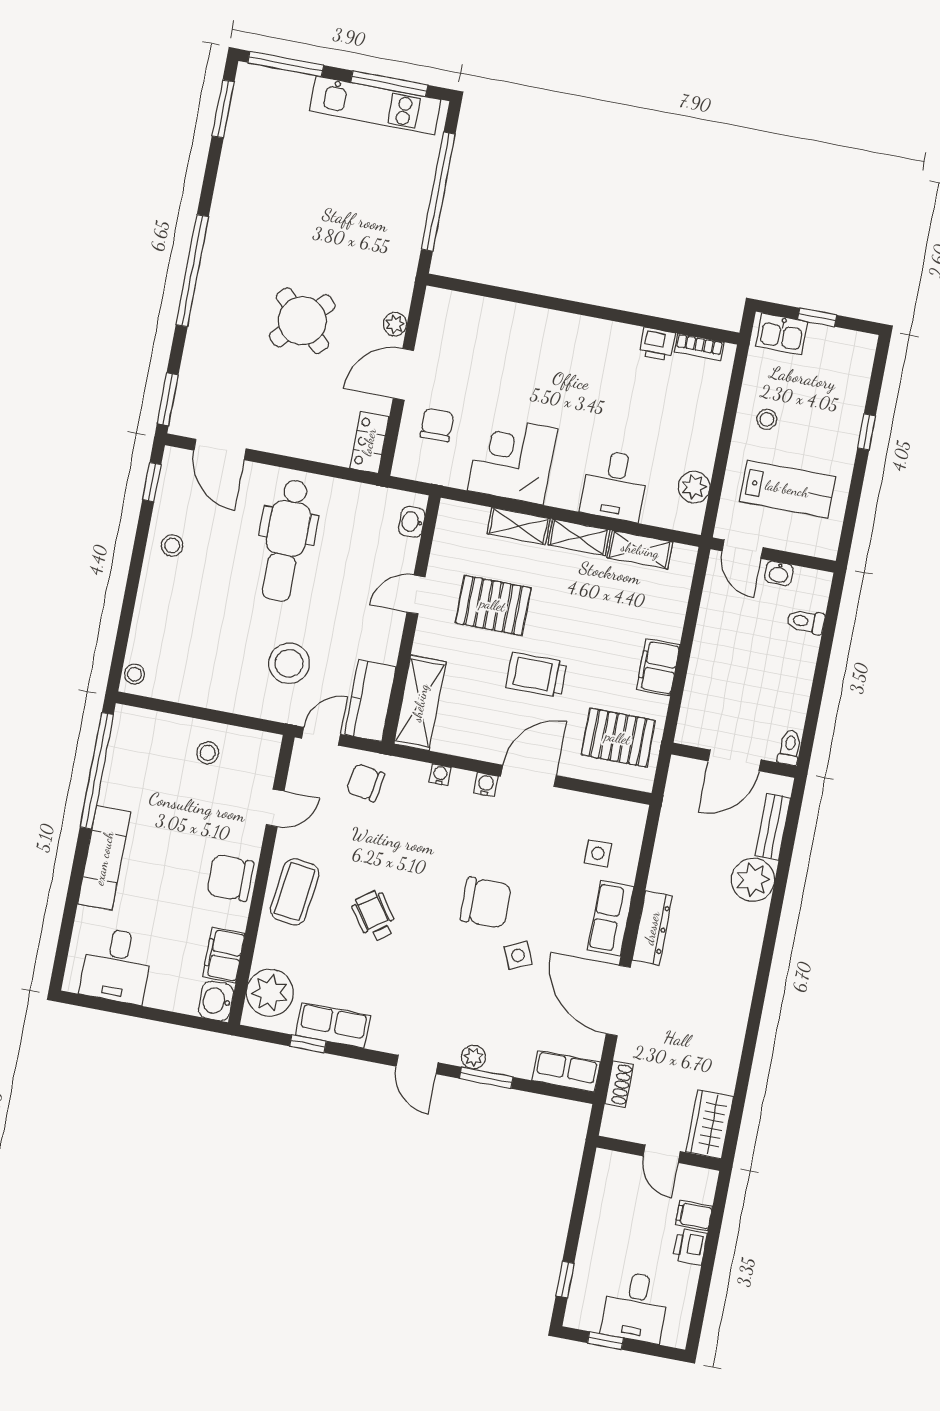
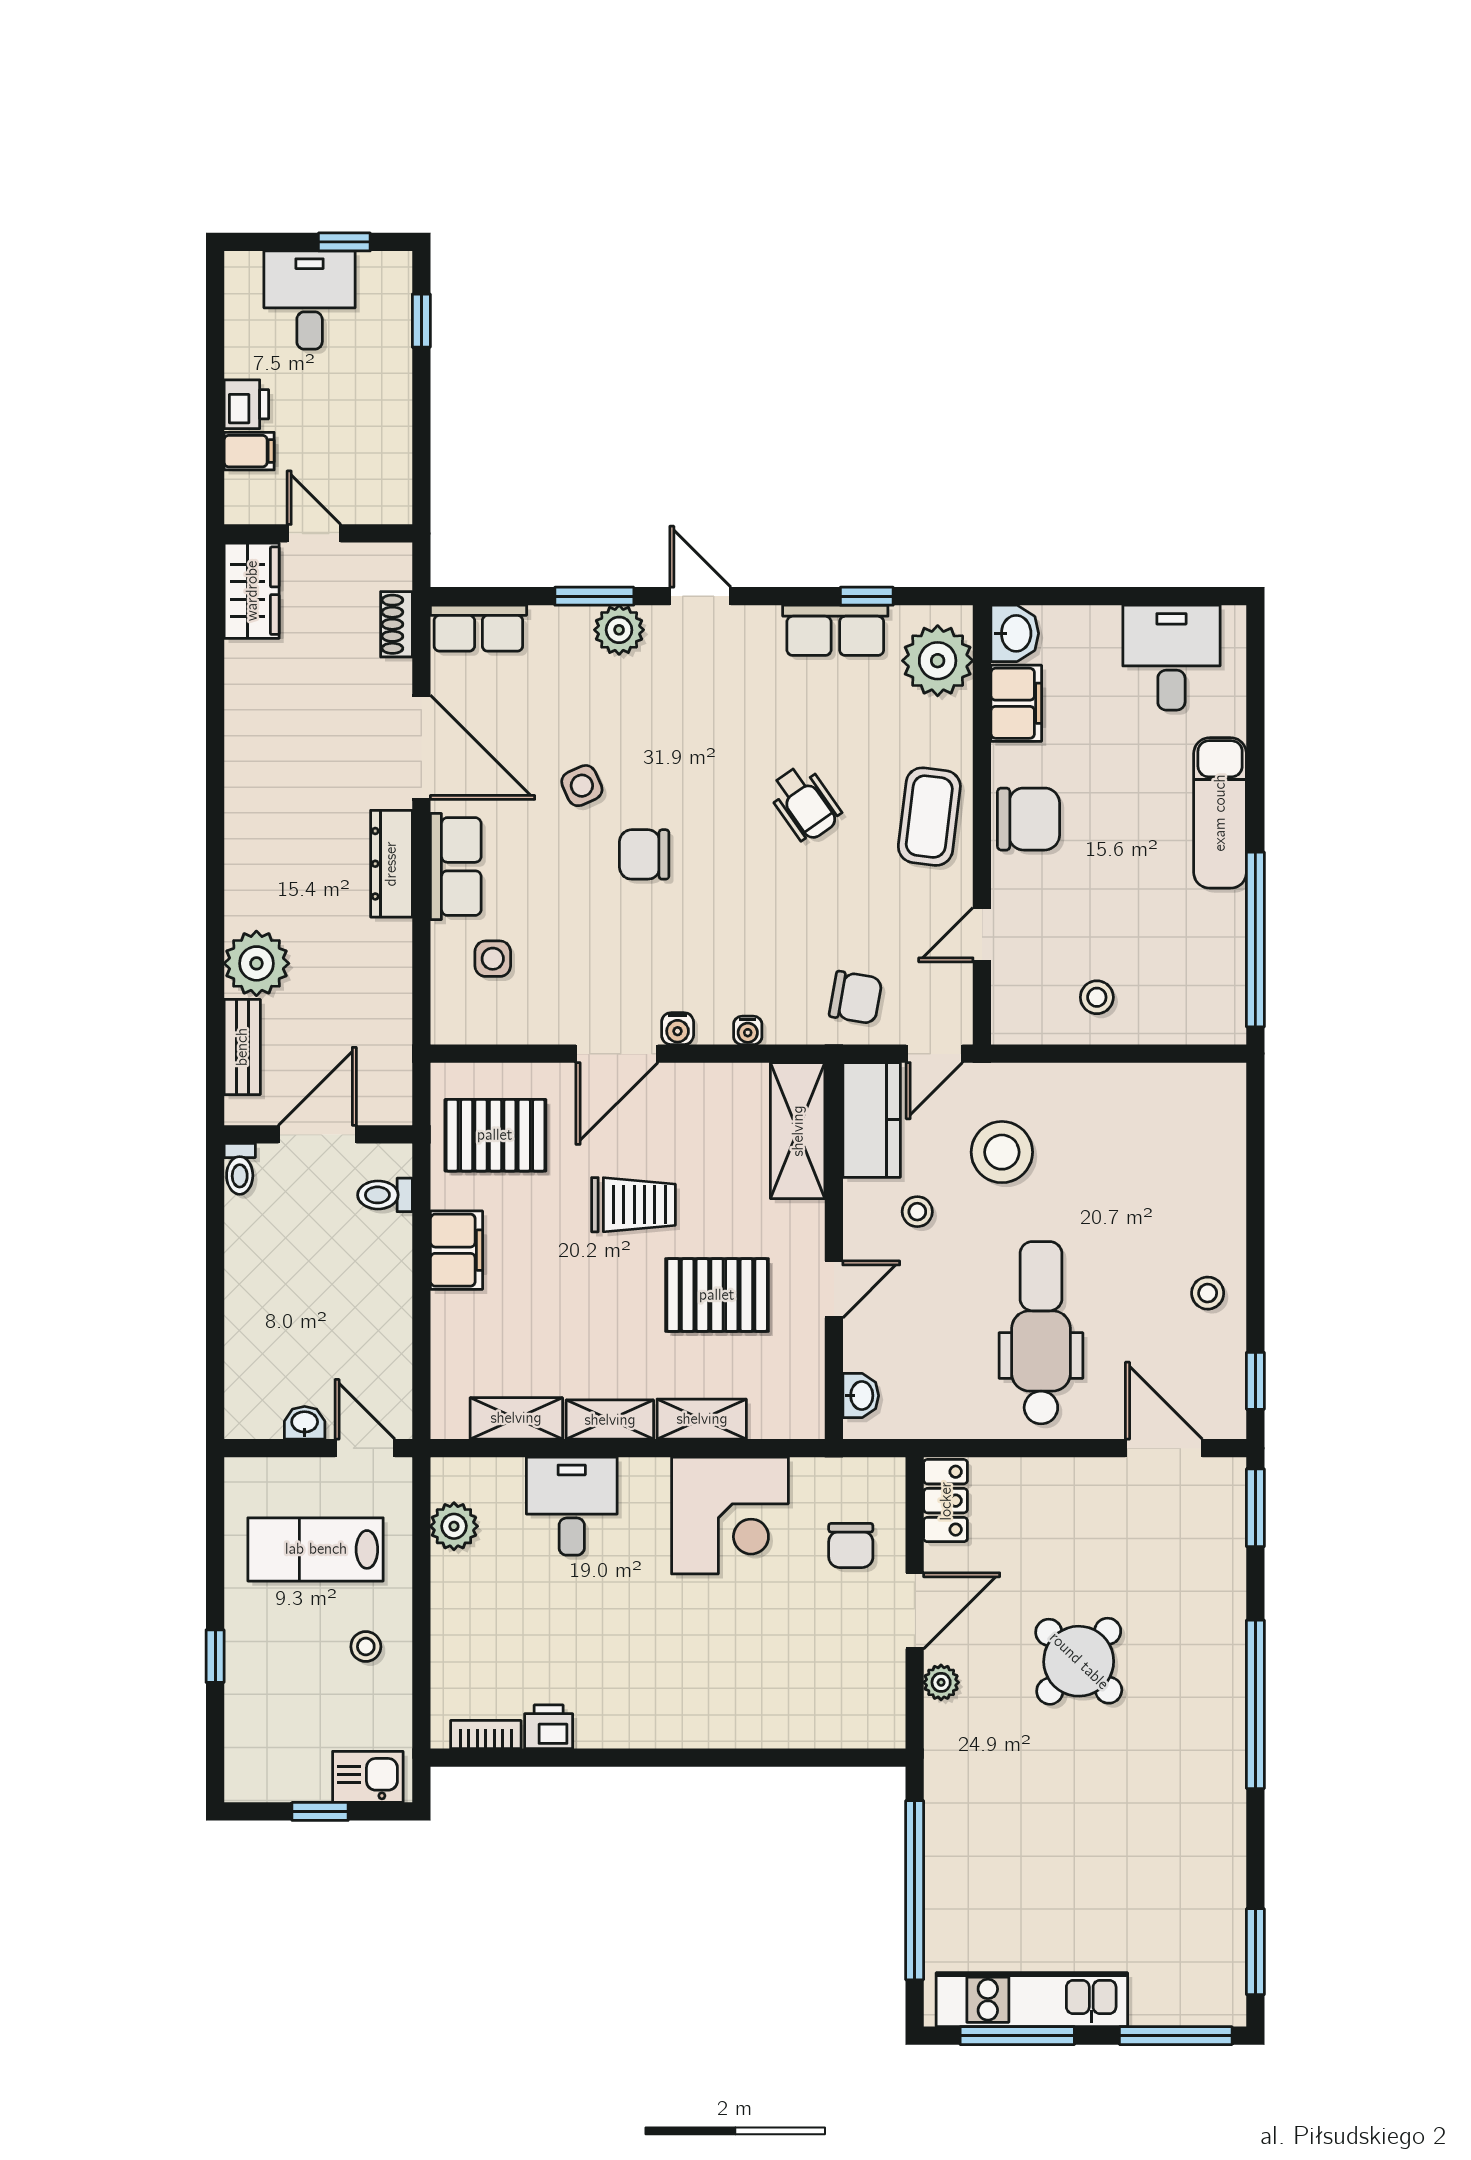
toilet: (806, 622) -> (385, 1195), moved, turned 180
stool: (134, 674) -> (917, 1212), moved
chair: (486, 903) -> (644, 854), width x0.73, depth x0.73
plant: (473, 1057) -> (619, 630), width x1.38, depth x1.38

